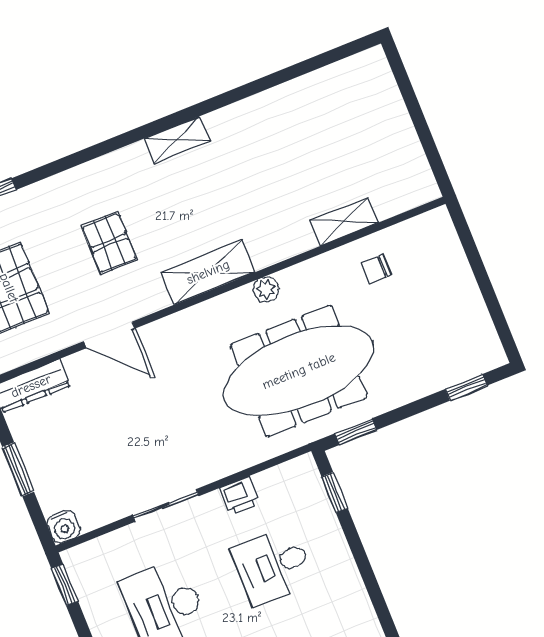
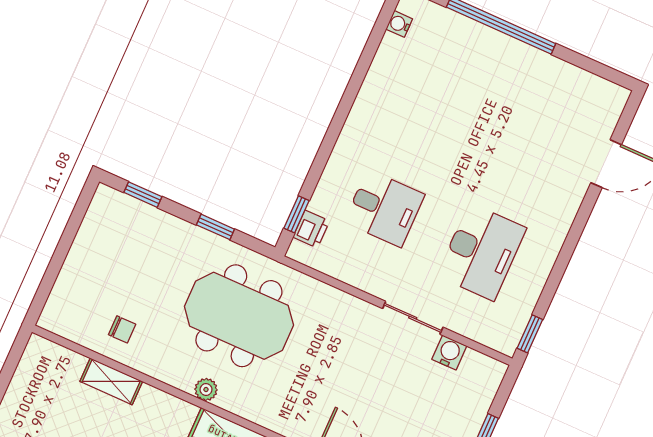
meeting table: (299, 371) -> (239, 316), width x0.73
window: (356, 432) -> (215, 227), moved
printer: (240, 496) -> (311, 229), moved, turned 90
water cooler: (64, 527) -> (449, 353), moved

